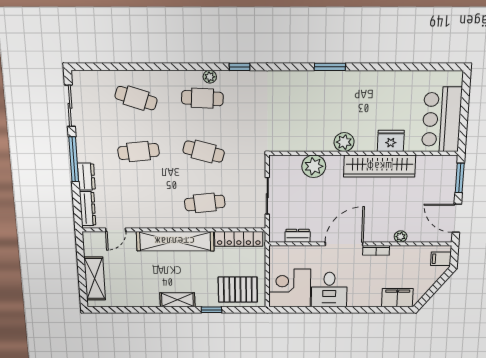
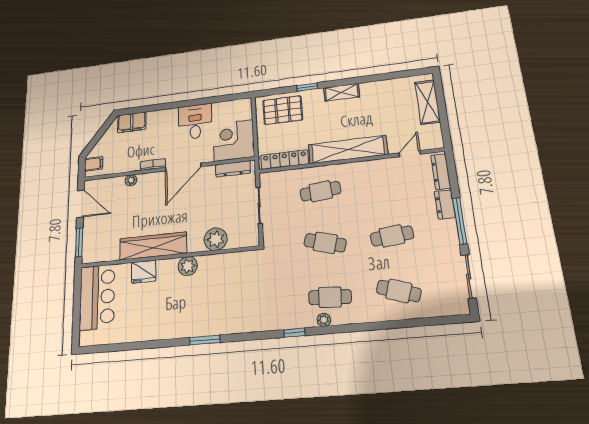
dresser: (298, 236) -> (233, 169), width x1.44
corner desk: (290, 288) -> (234, 140), moved, turned 180

